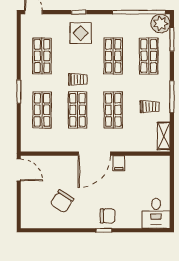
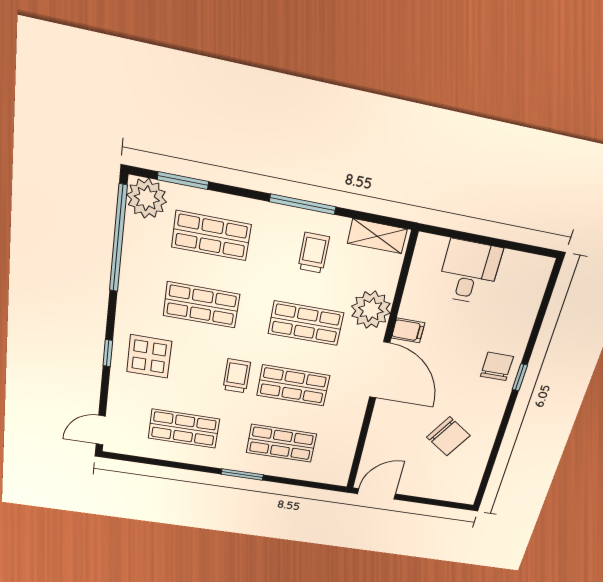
plant: (126, 141) -> (371, 310), added
desk: (156, 213) -> (469, 272), moved, turned -90

